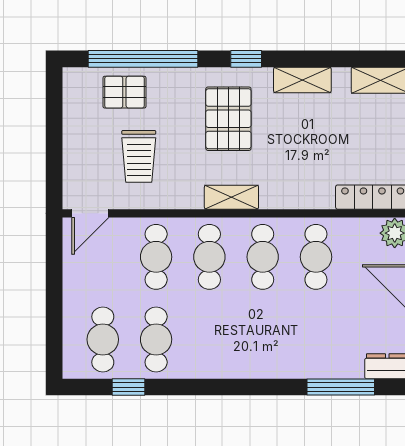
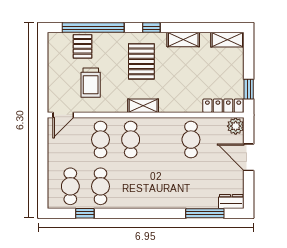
pallet: (124, 92) -> (83, 46), turned 90
cafe table: (263, 257) -> (161, 140), removed

